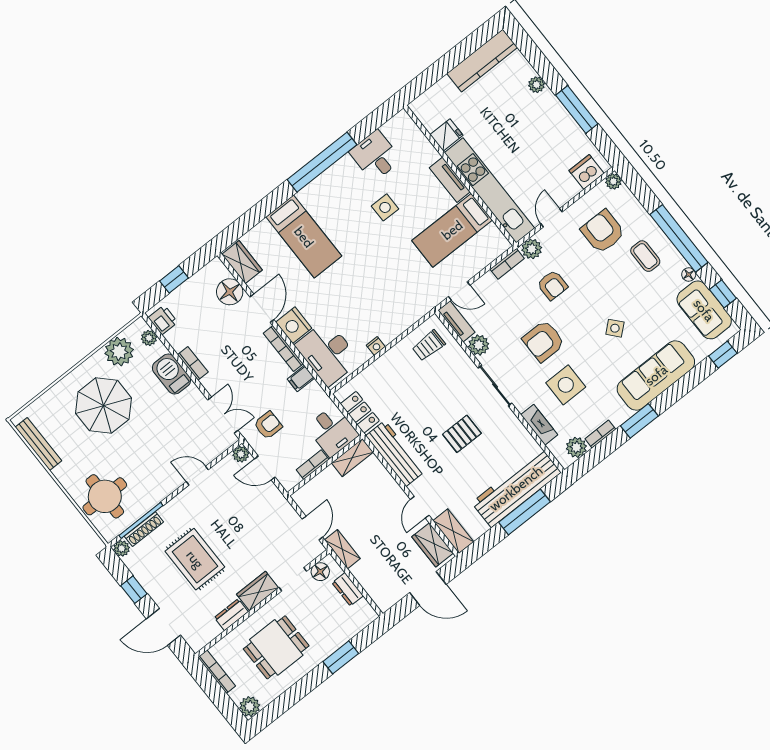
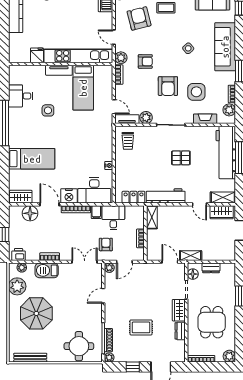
armchair: (603, 232) -> (139, 18), turned 76
door: (459, 291) -> (114, 107), hinge flipped
desk: (332, 431) -> (113, 218), moved, turned -90
pallet: (462, 434) -> (181, 158), turned 90
rug: (195, 559) -> (141, 327), width x0.73, depth x0.70

